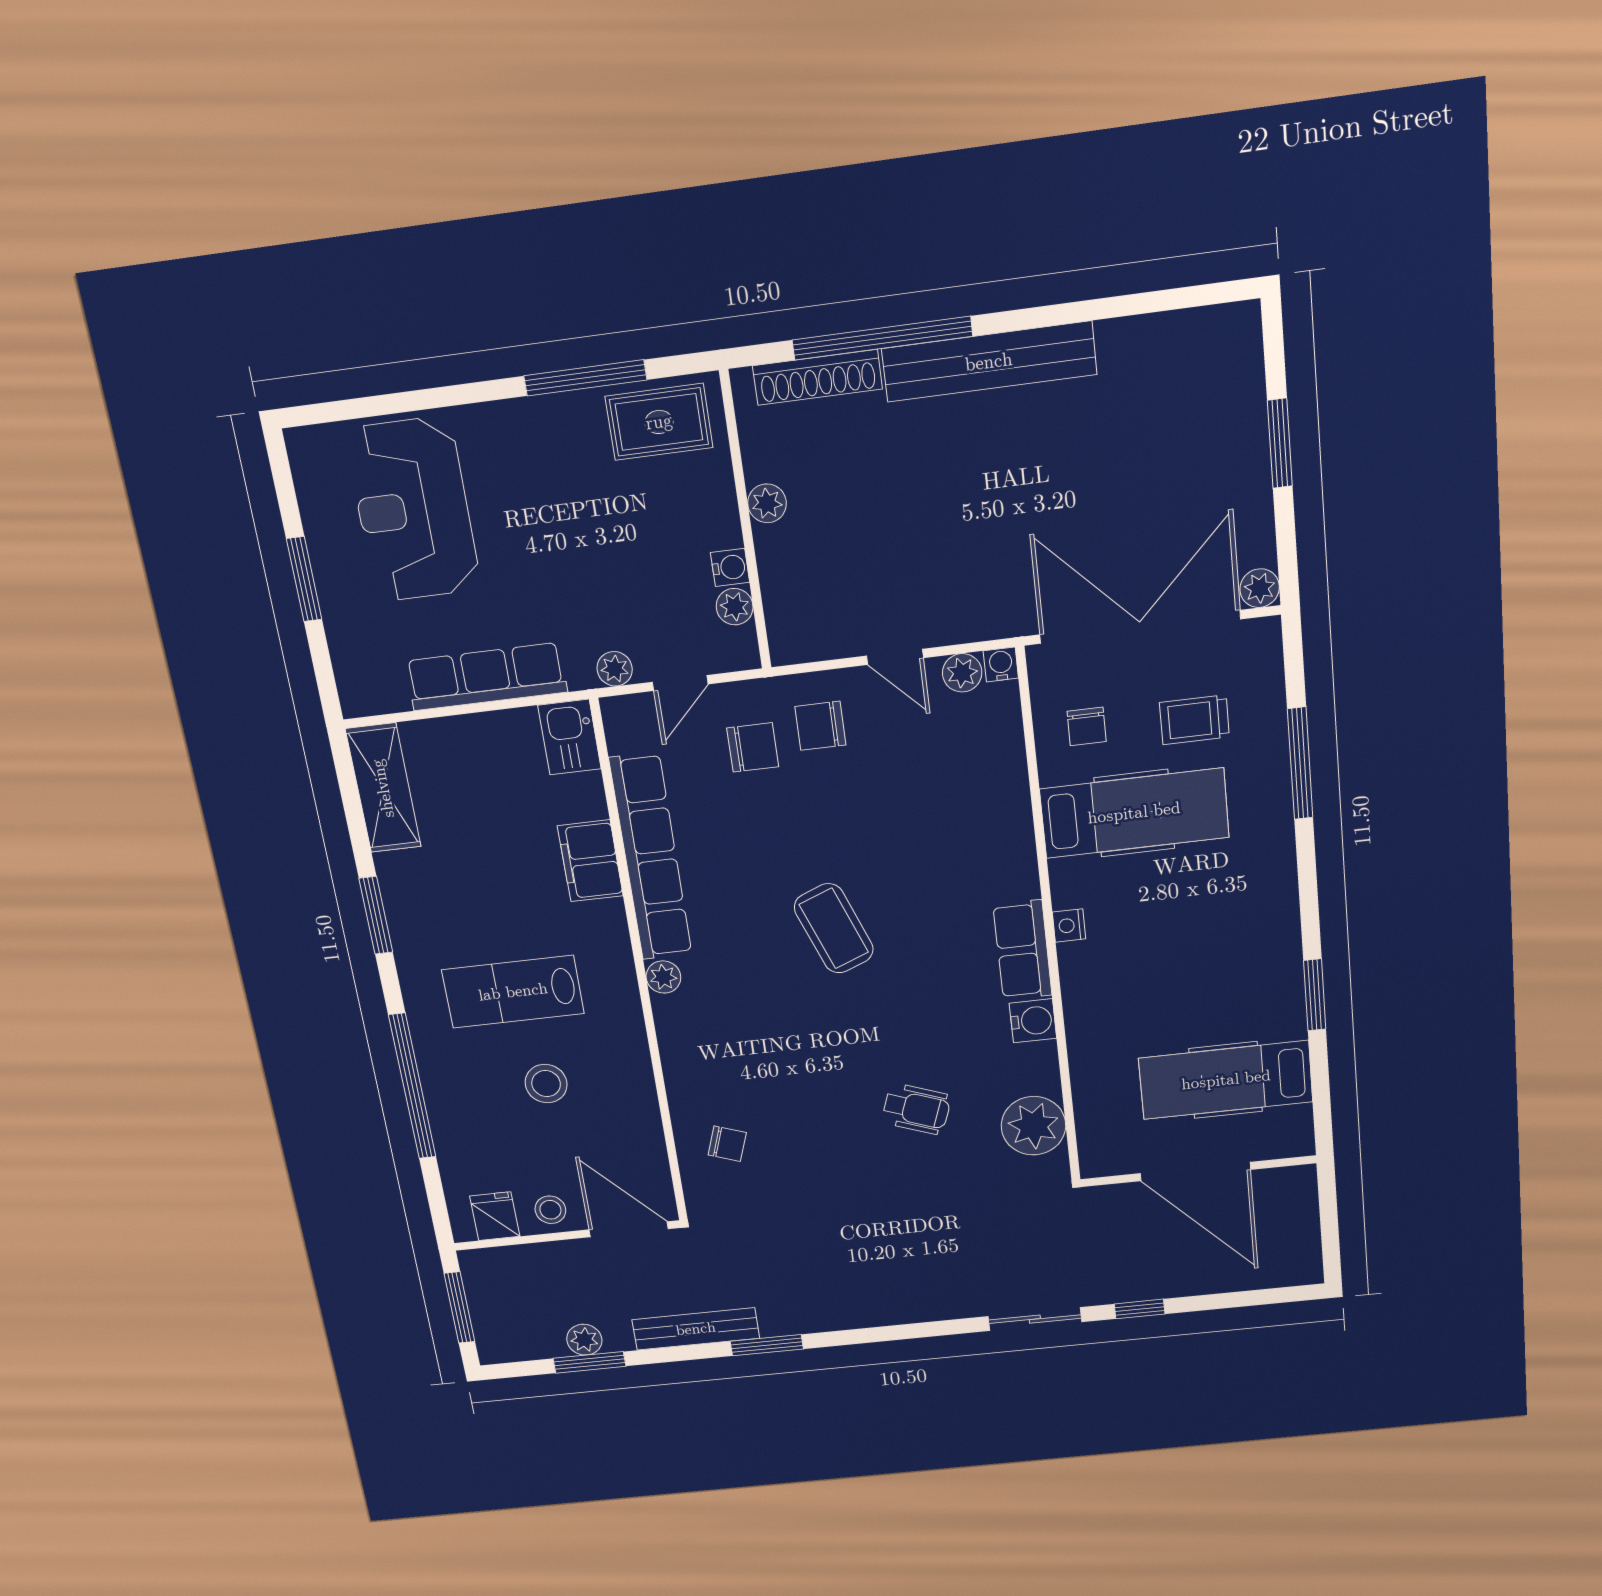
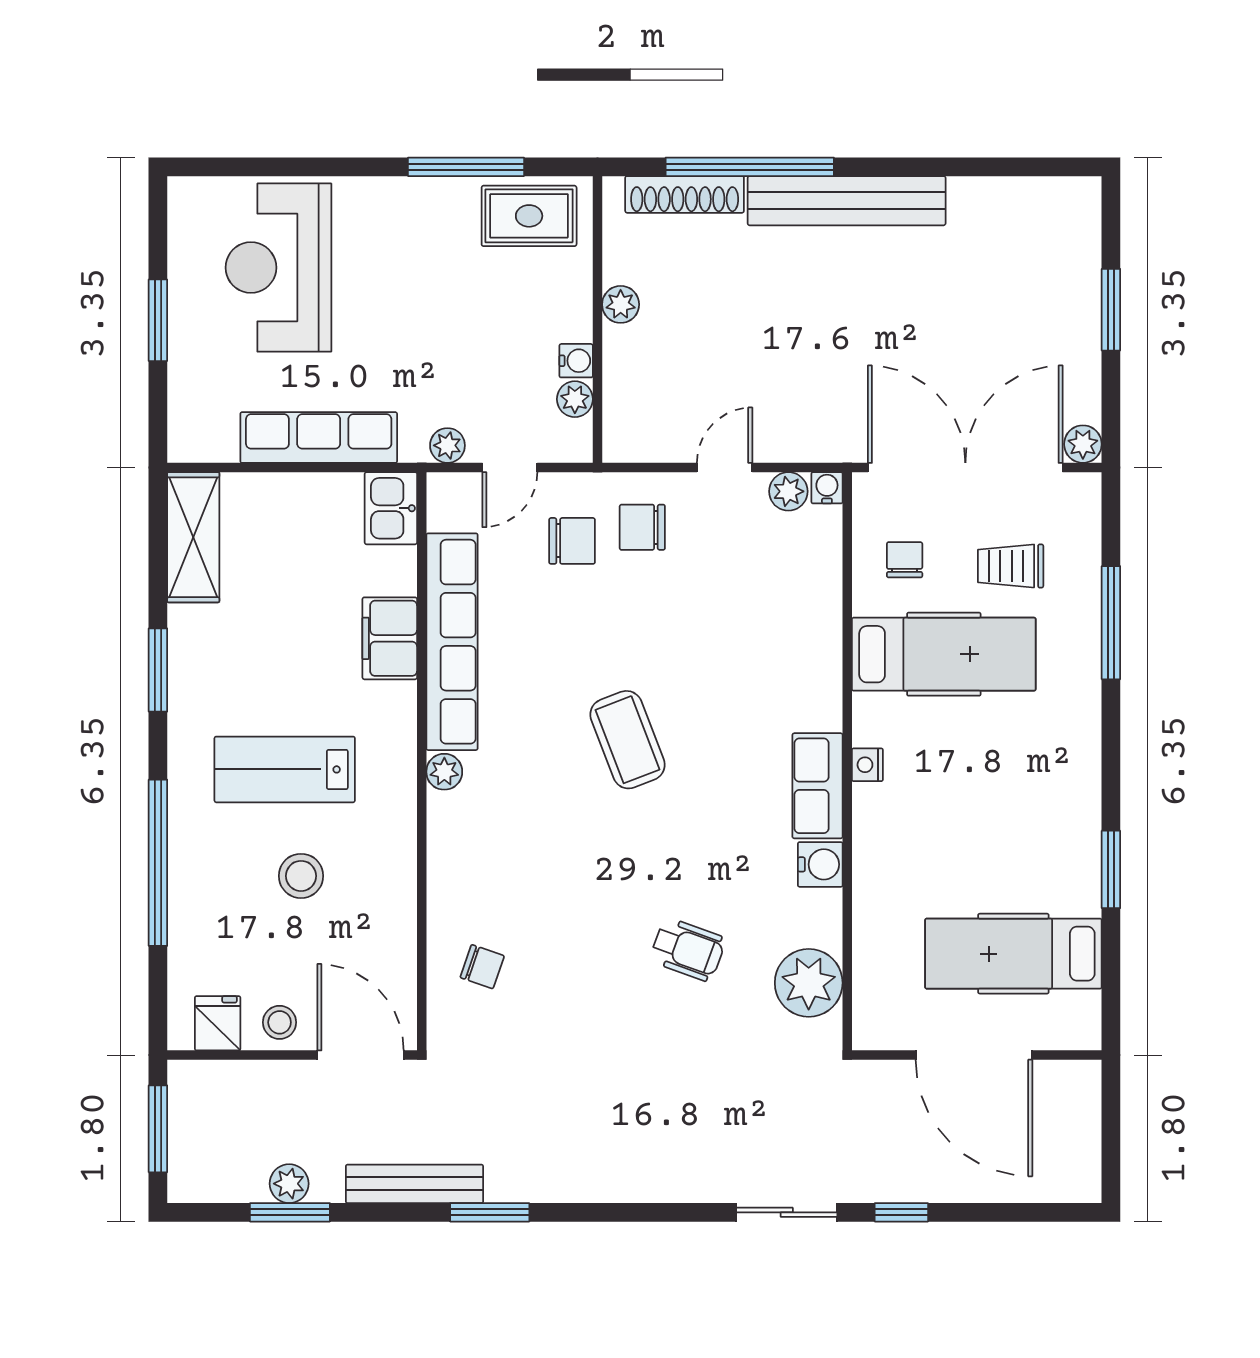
door: (895, 657) -> (725, 468), swing flipped
chair: (1087, 726) -> (905, 560), turned 180

